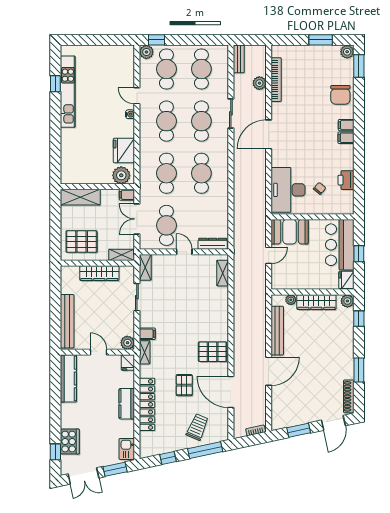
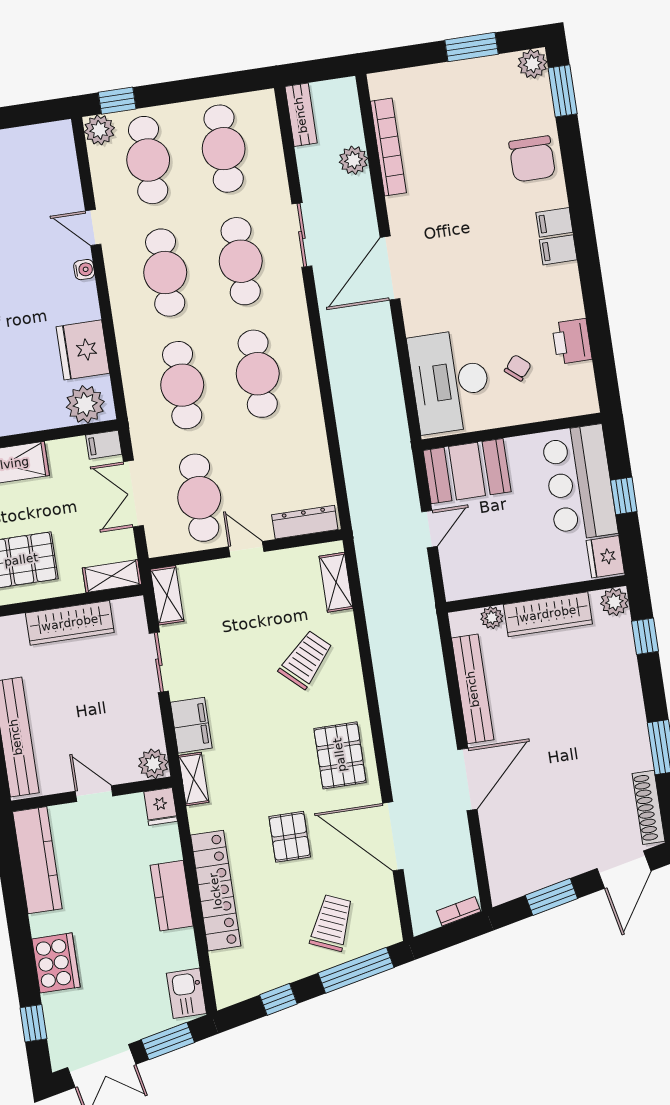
trolley: (204, 306) -> (306, 659), added
filing cabinet: (147, 334) -> (191, 725), width x2.00
pallet: (213, 352) -> (340, 755), turned 90
cooker: (70, 442) -> (56, 963), moved

